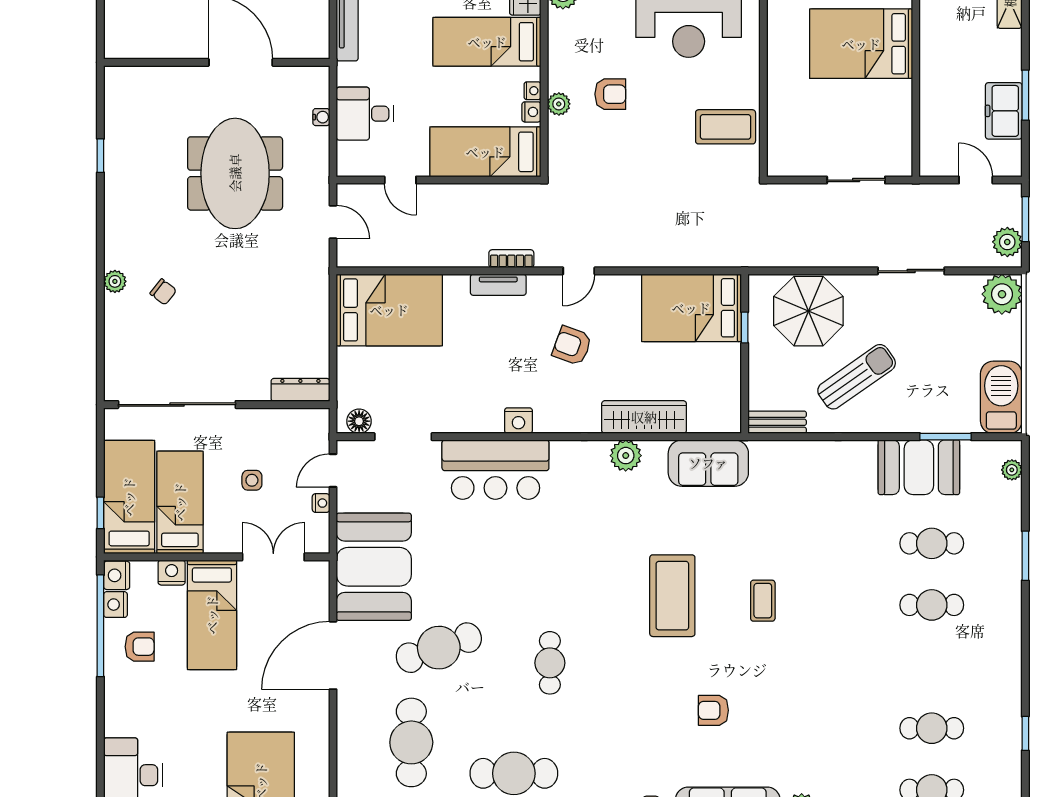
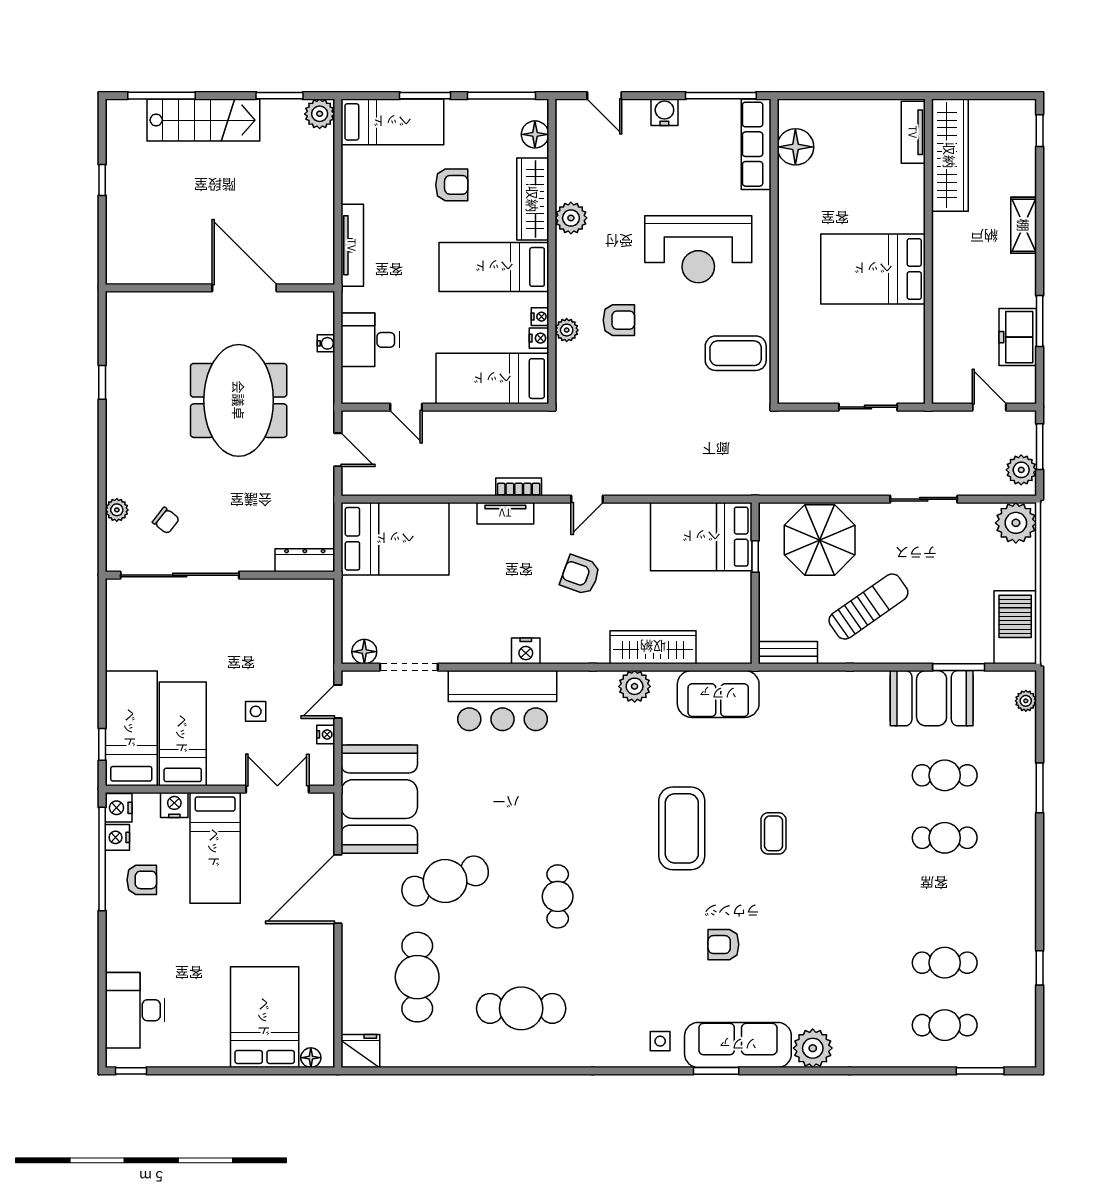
dresser: (300, 390) -> (305, 560), moved
sliding door: (177, 405) -> (180, 575), moved
wall: (217, 405) -> (220, 575), moved

